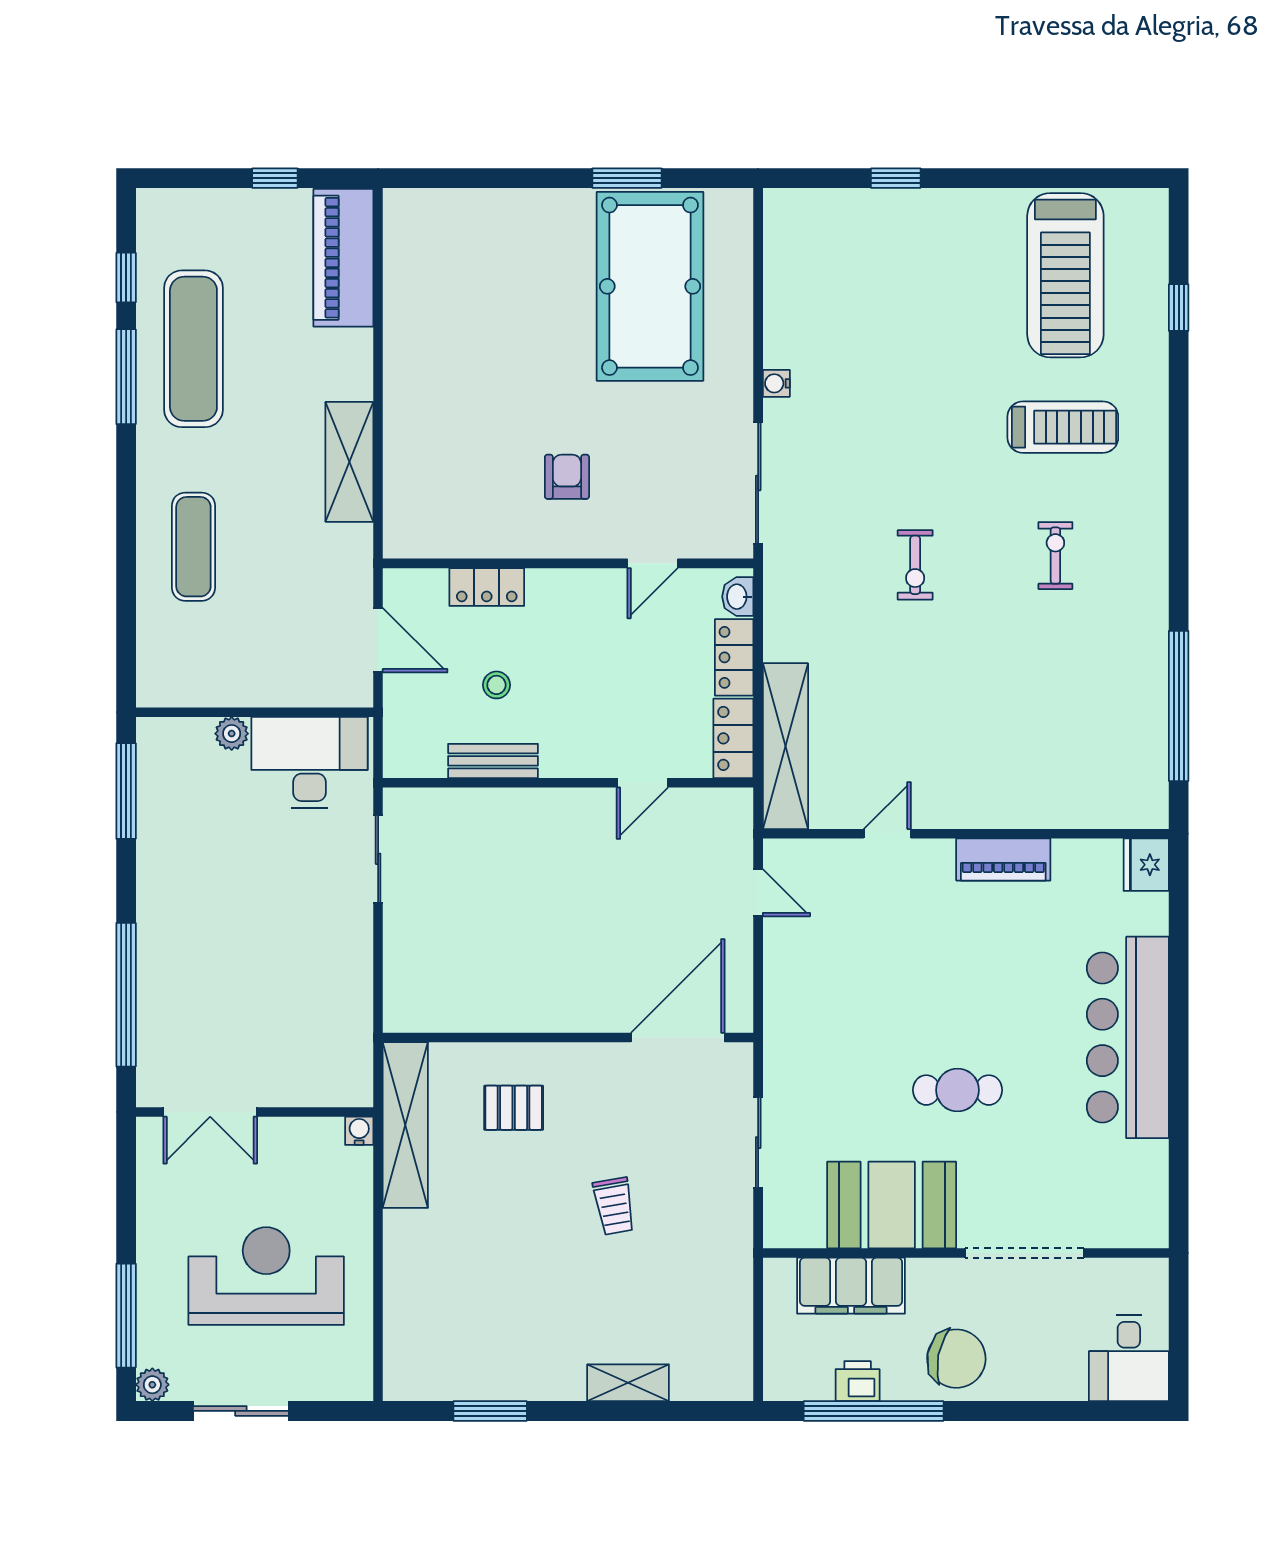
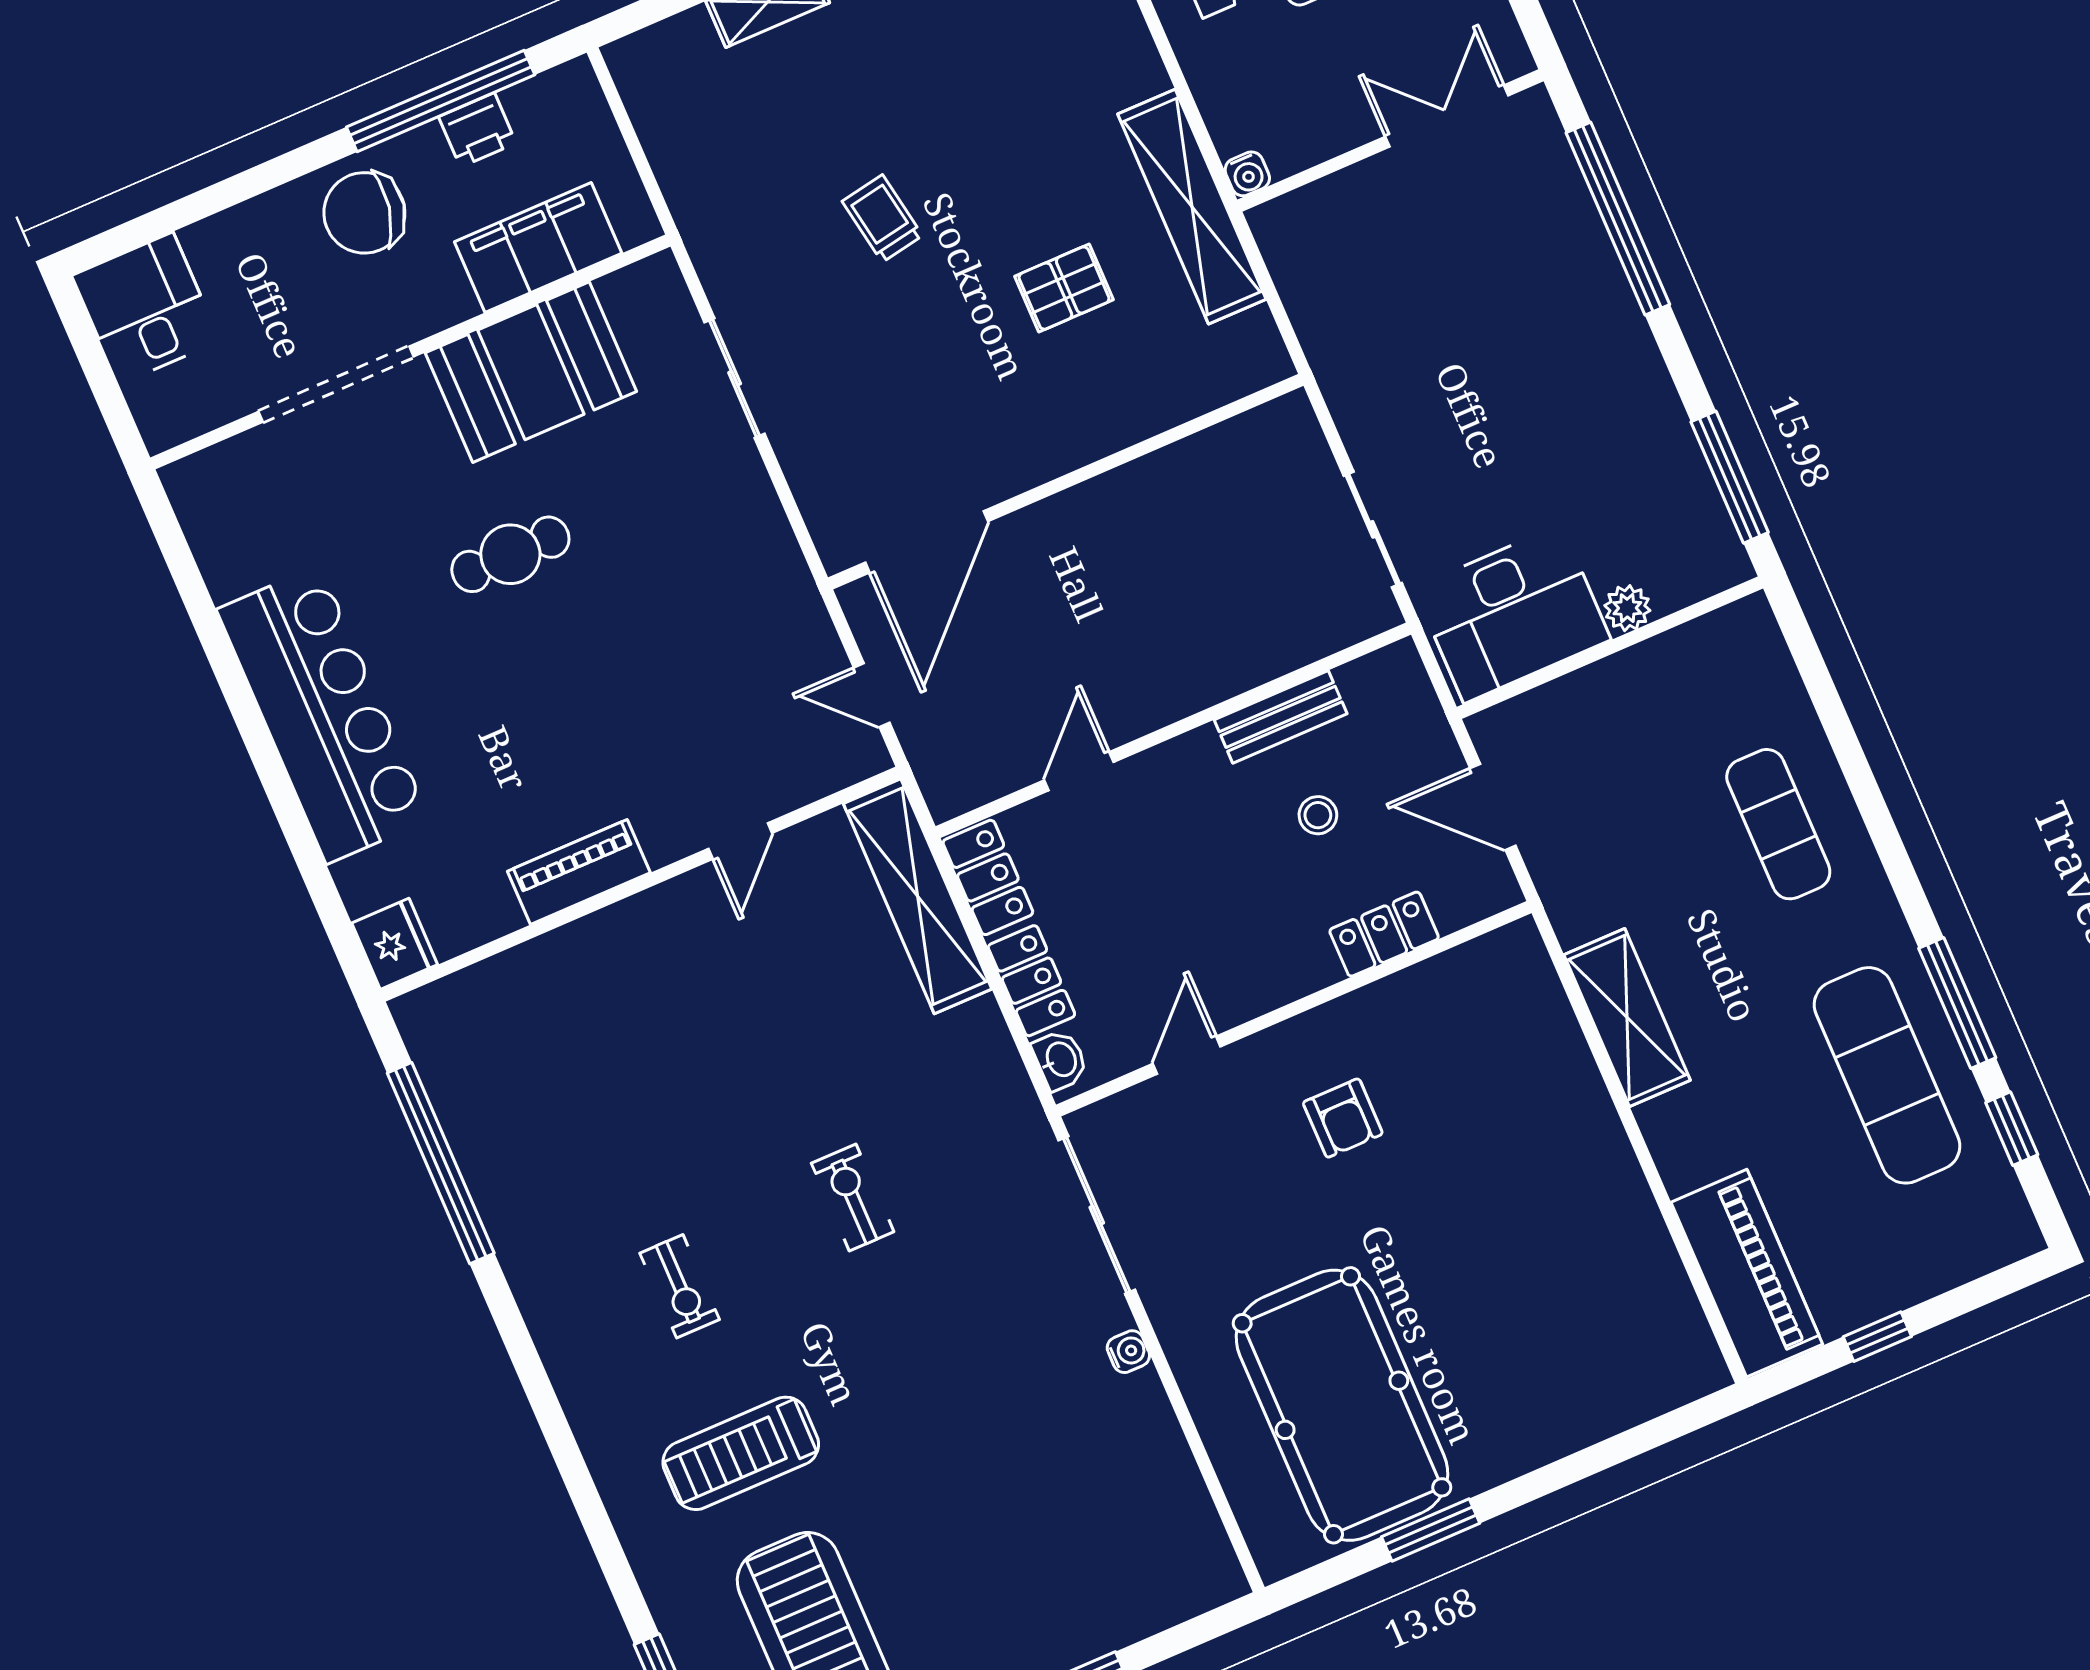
wall: (568, 1038) -> (1066, 482), moved
door: (678, 1038) -> (927, 542), moved

